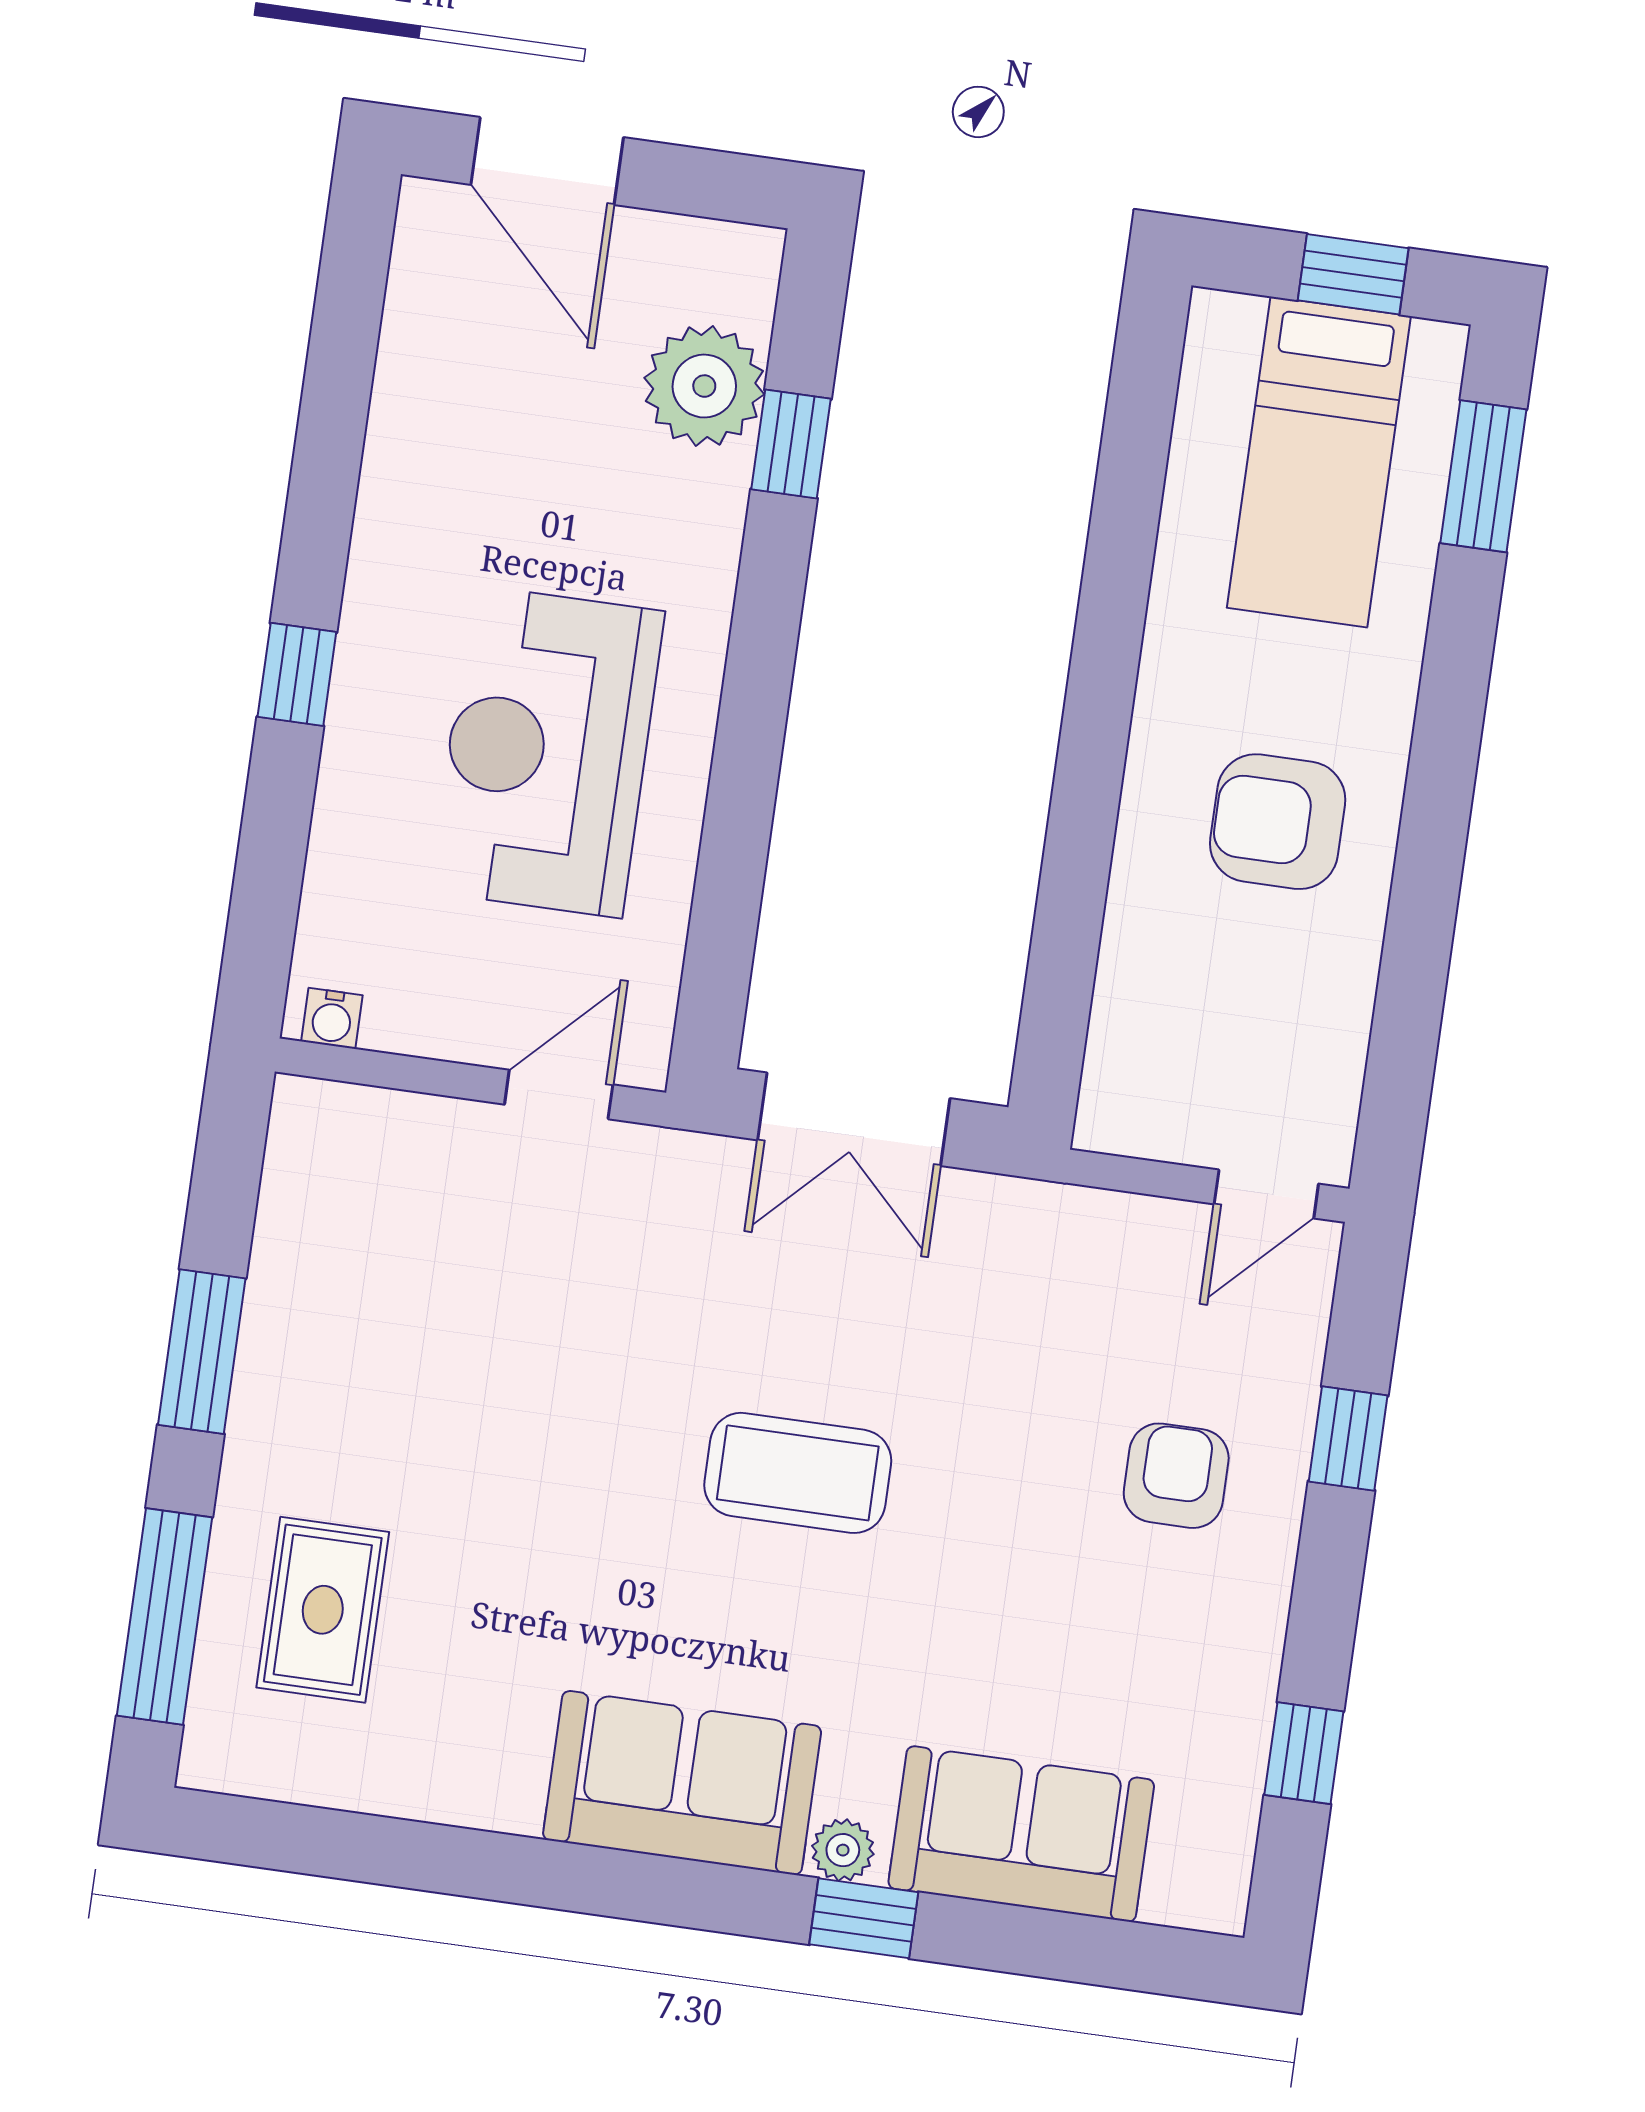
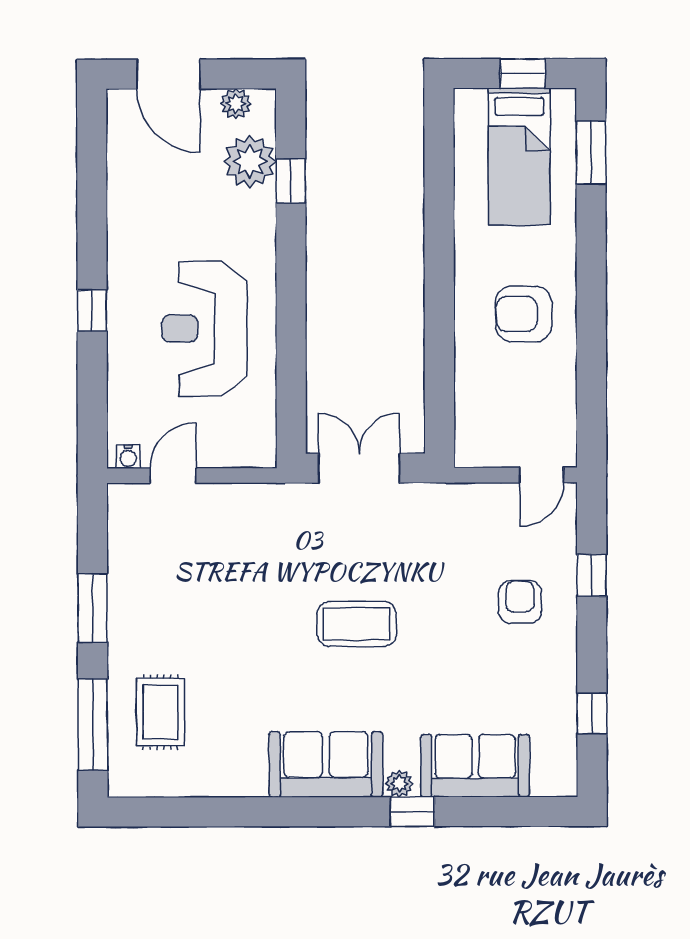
plant: (691, 250) -> (236, 104), added
door: (559, 1095) -> (173, 476), moved
double door: (854, 1119) -> (359, 468), swing flipped

